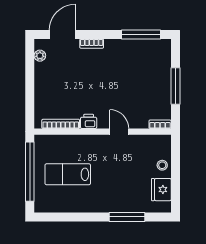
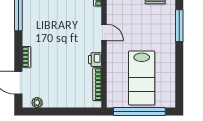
door: (119, 132) -> (104, 32), swing flipped
lab bench: (68, 174) -> (142, 78), width x1.36, depth x1.39

